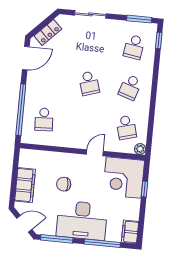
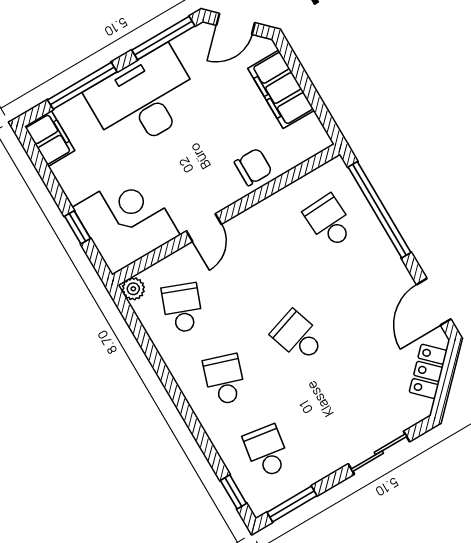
school desk: (126, 127) -> (182, 308), turned 36
chair: (64, 184) -> (253, 167), moved

